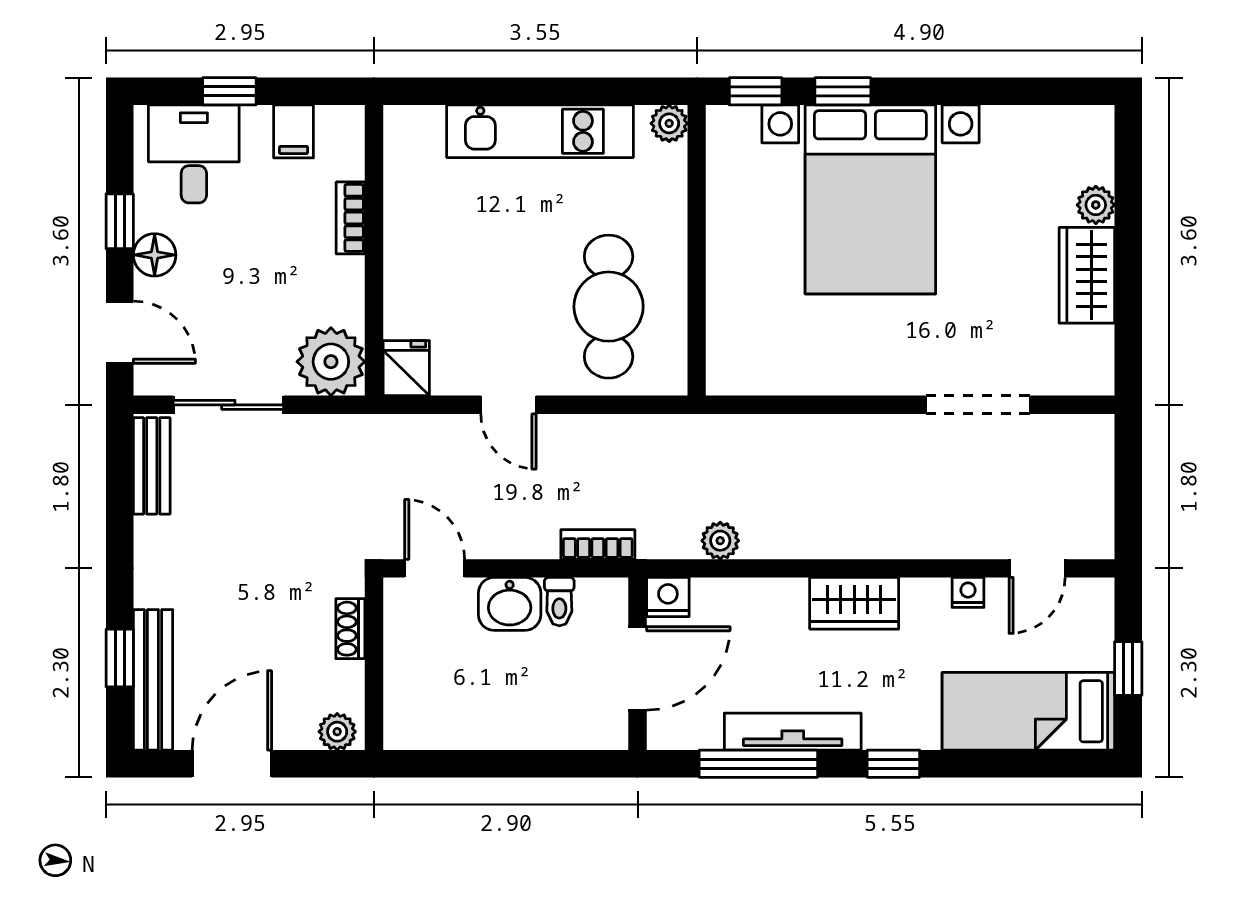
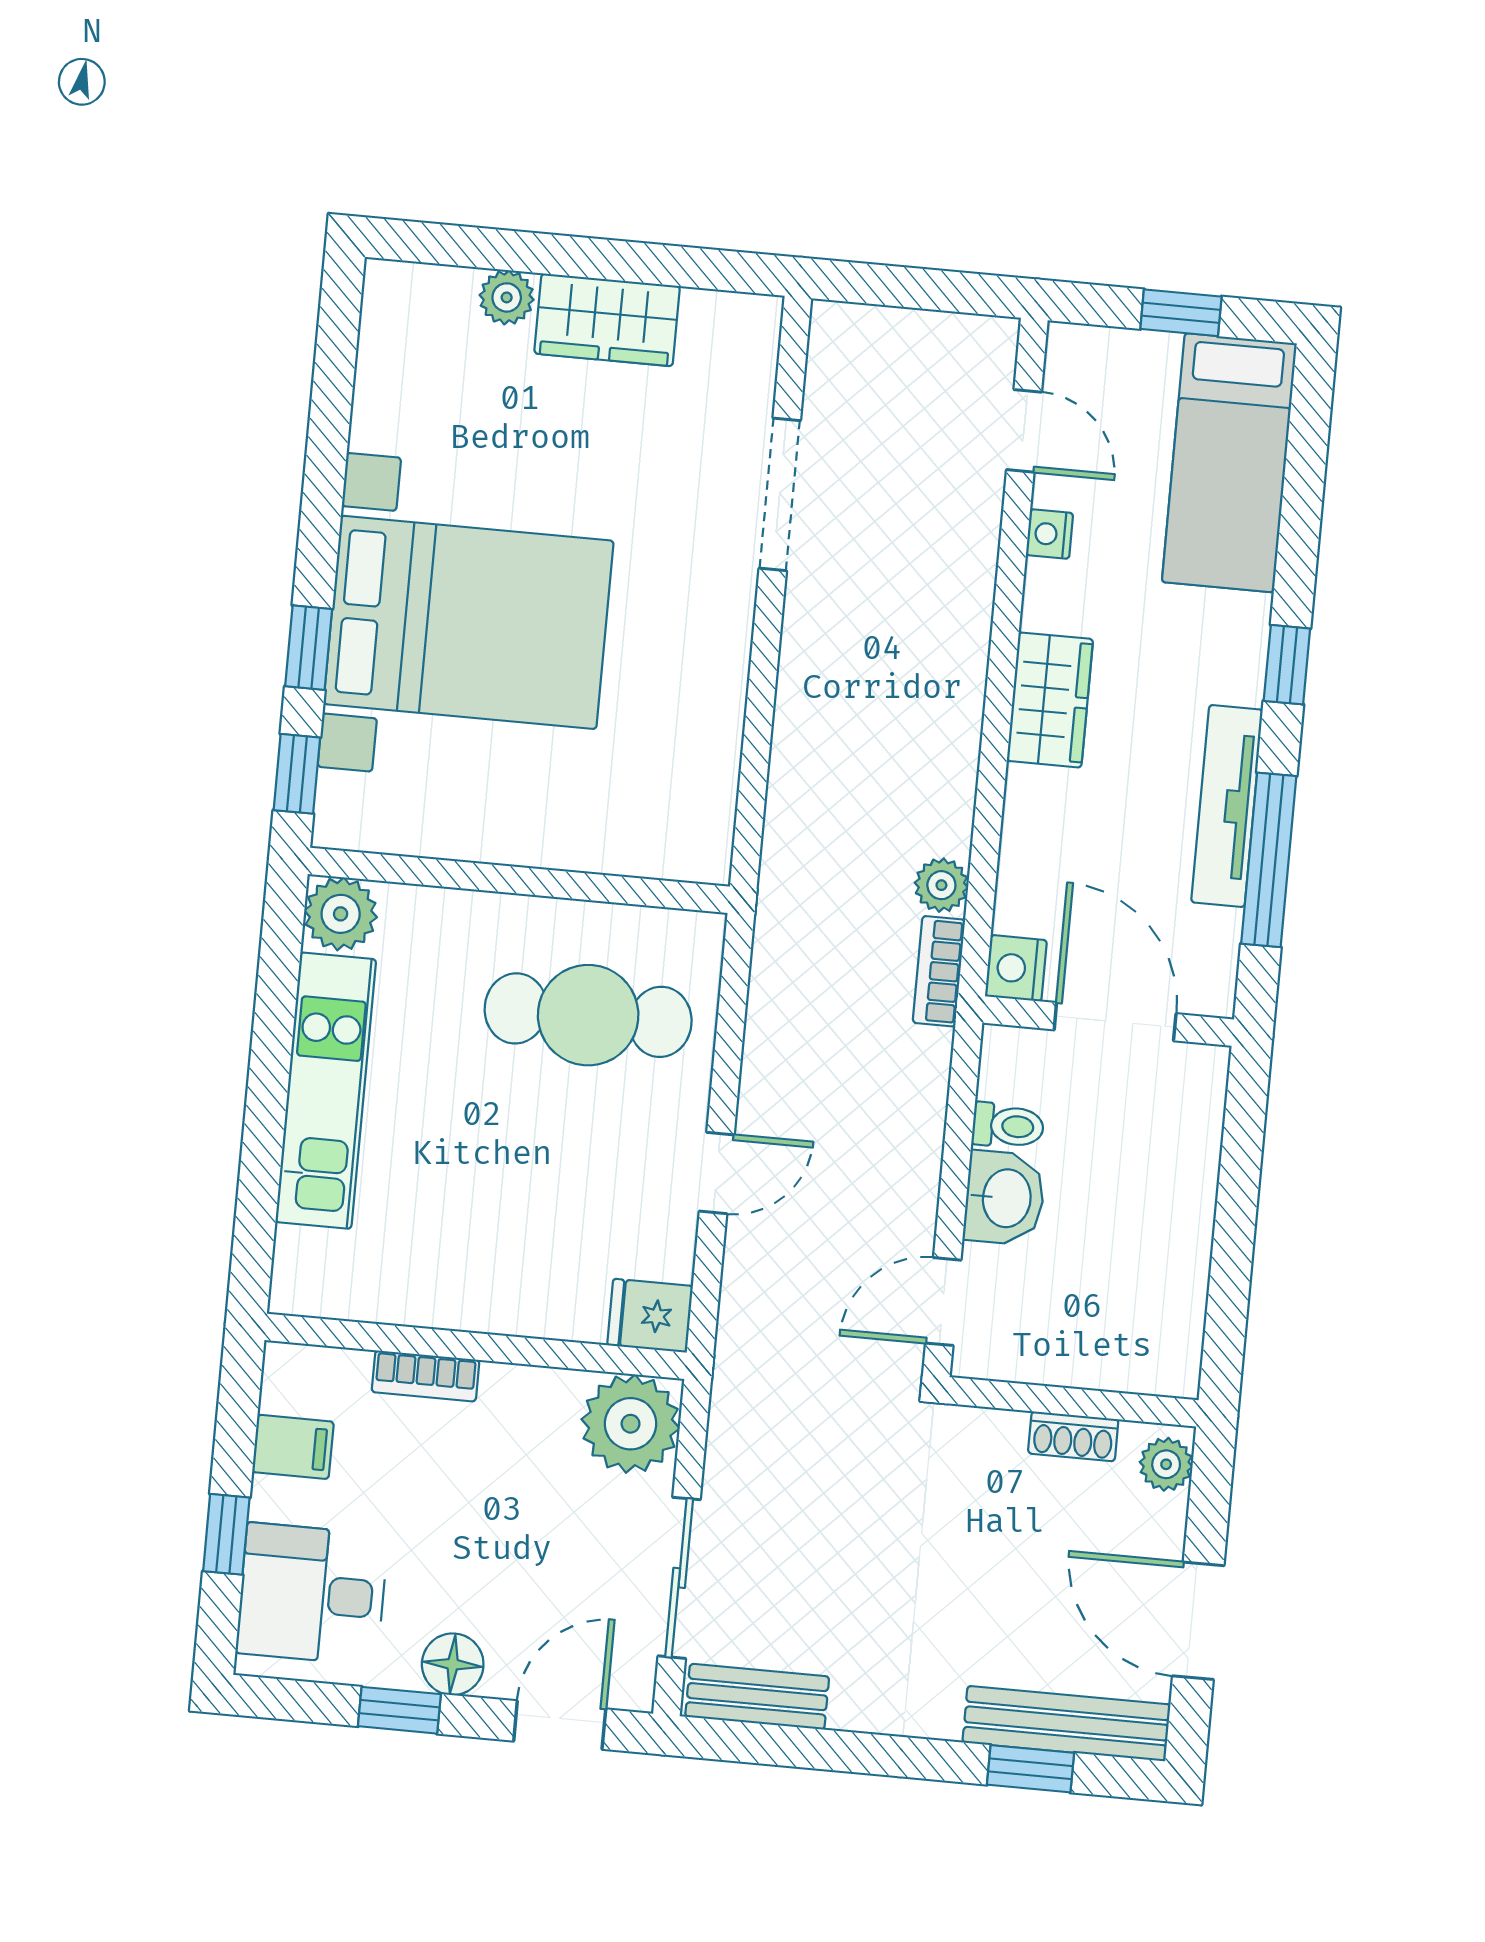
plant: (669, 123) -> (341, 914), width x1.38, depth x1.38
bookcase: (598, 544) -> (939, 971), moved
shoe rack: (350, 629) -> (1073, 1436), moved

